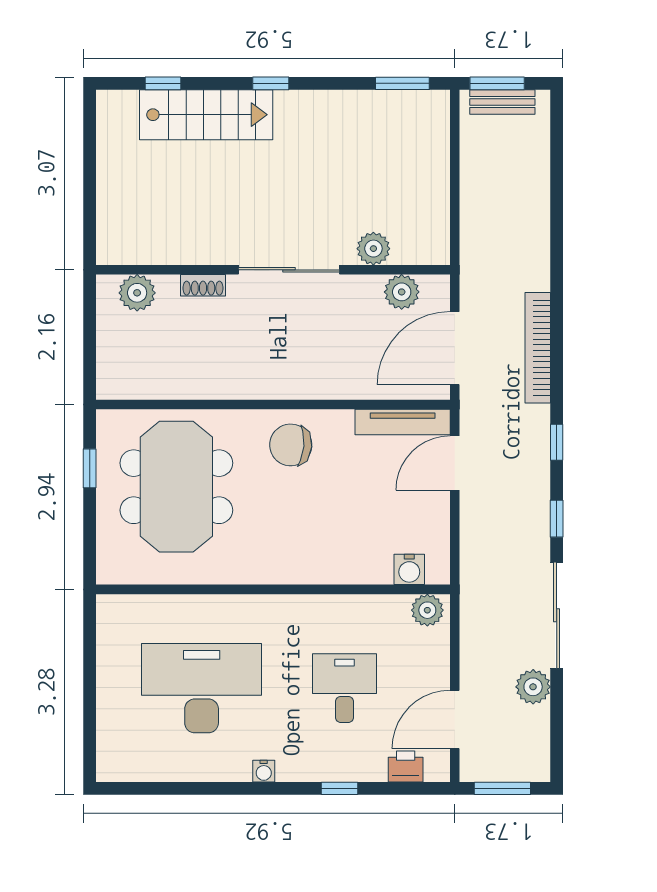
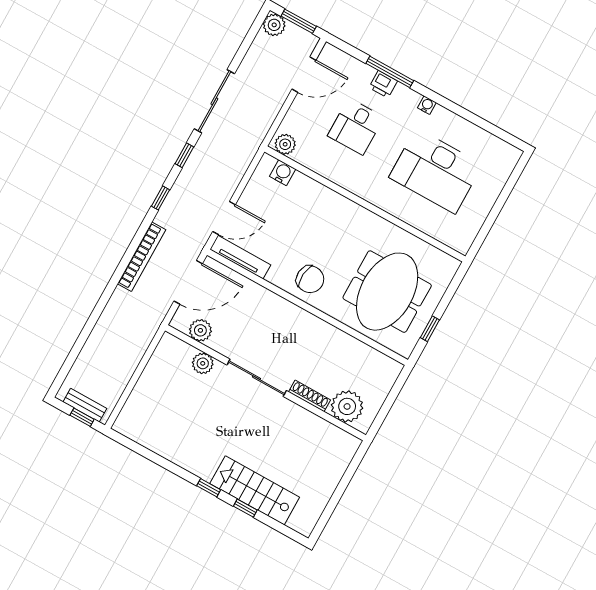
window: (163, 83) -> (245, 508), moved
window: (402, 83) -> (135, 447), removed
window: (497, 83) -> (82, 417), width x0.67
shoe rack: (203, 285) -> (309, 396), width x1.43
plant: (137, 293) -> (347, 406), width x1.36, depth x1.36
plant: (533, 687) -> (274, 25), moved
printer: (406, 767) -> (383, 84), moved
window: (340, 788) -> (390, 72), width x2.17

